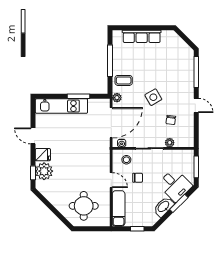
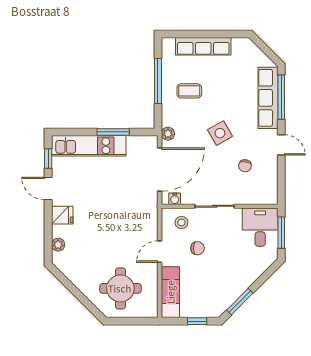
row of seats: (187, 73) -> (268, 98), added
coffee table: (124, 80) -> (189, 91), moved
plant: (170, 143) -> (243, 198), removed
plant: (44, 171) -> (58, 245), width x0.53, depth x0.53
window: (33, 173) -> (48, 159), moved
door: (111, 180) -> (160, 252), swing flipped
desk: (175, 185) -> (260, 227), moved, turned -135
window: (179, 203) -> (240, 302), moved
washbasin: (164, 207) -> (235, 290), removed

